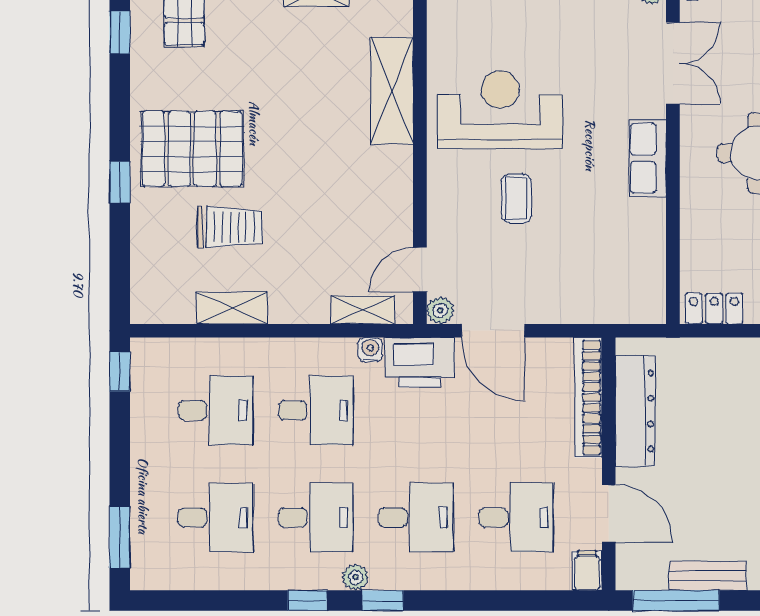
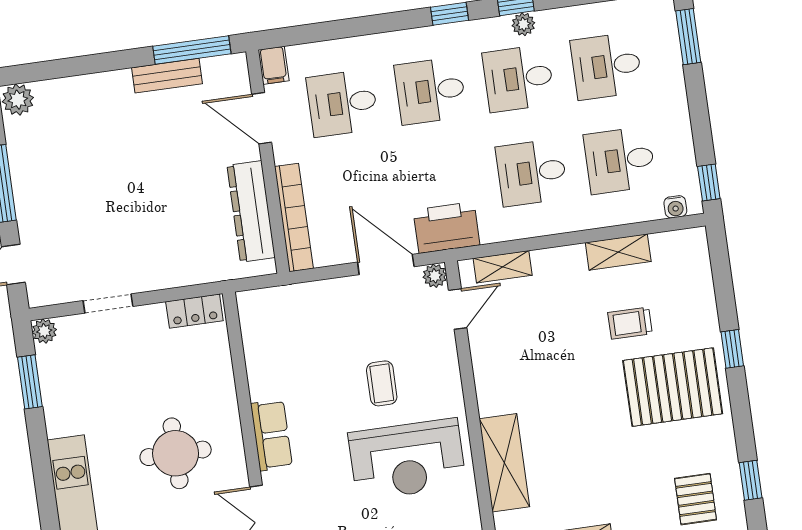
trolley: (230, 227) -> (630, 323), width x0.73, depth x0.72
water cooler: (370, 350) -> (675, 207), moved
plant: (356, 577) -> (523, 24), moved

